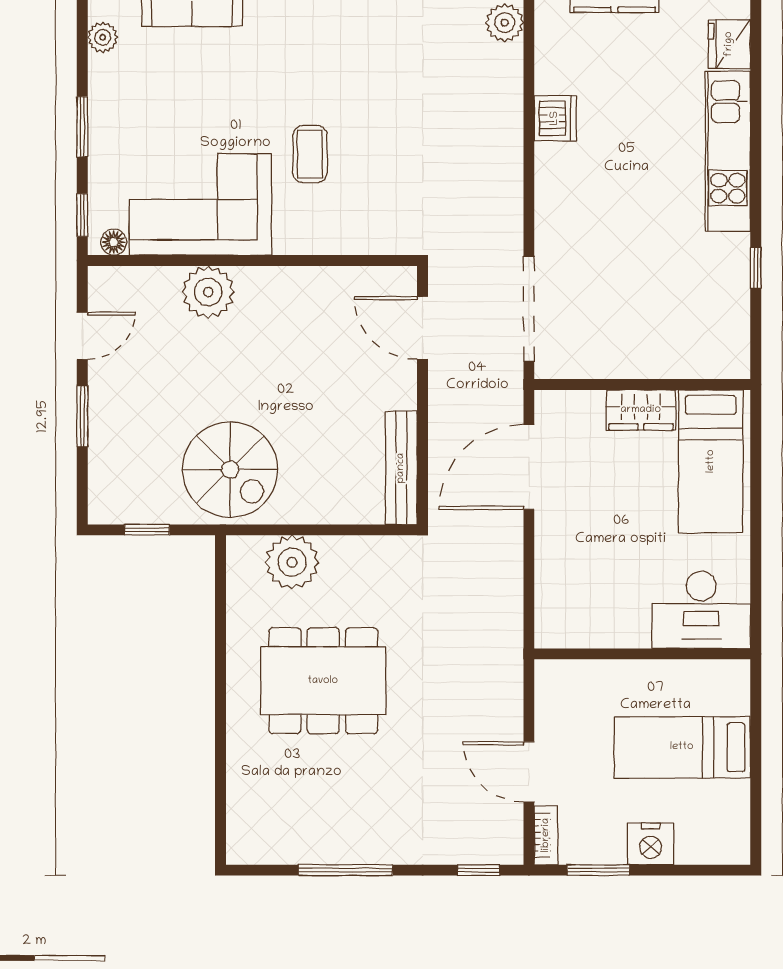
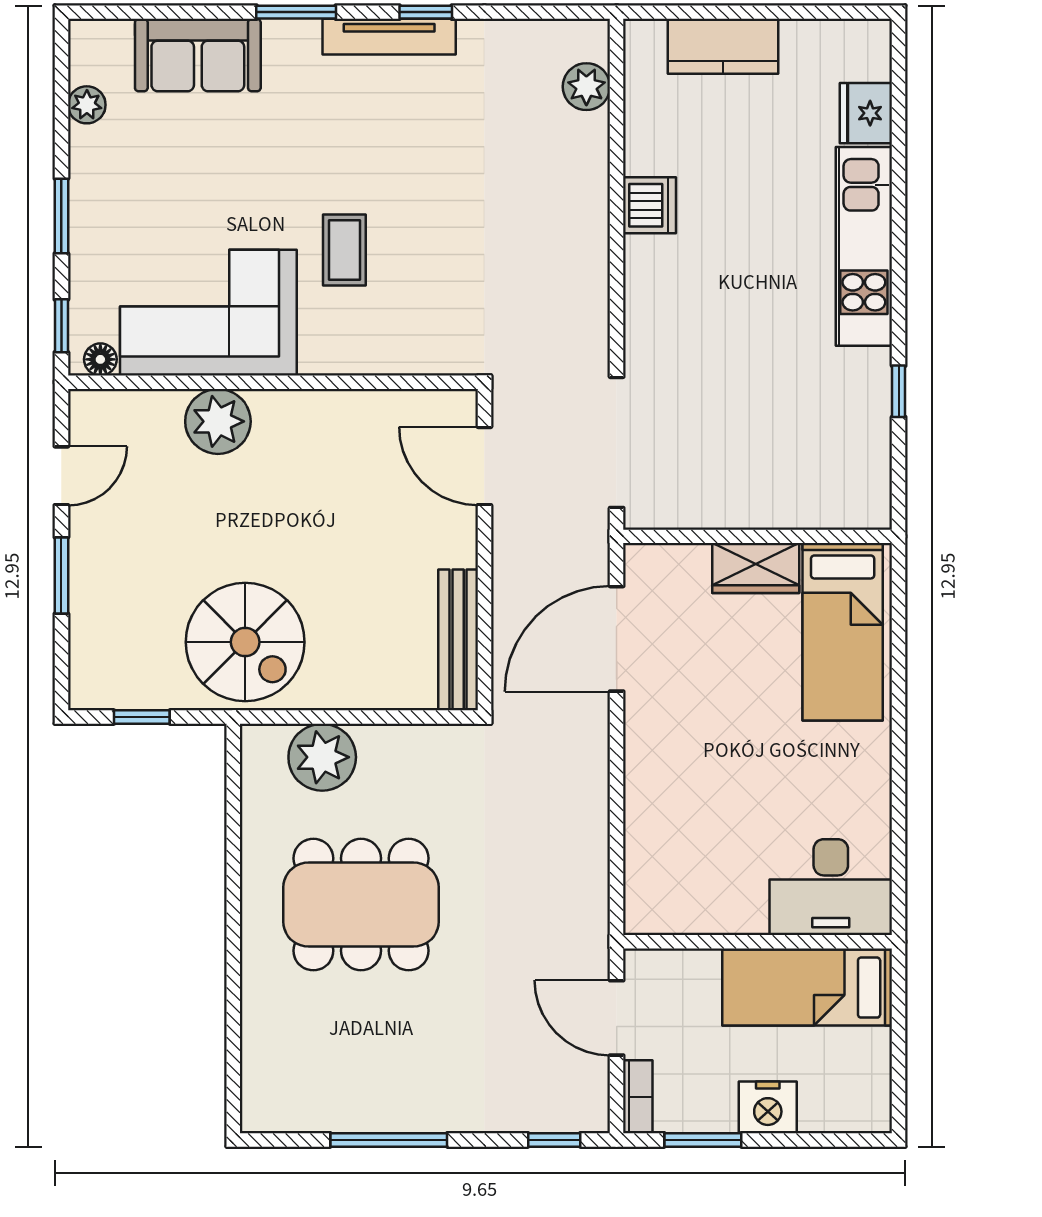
desk: (701, 610) -> (831, 887), moved
wall: (642, 654) -> (758, 942), moved

